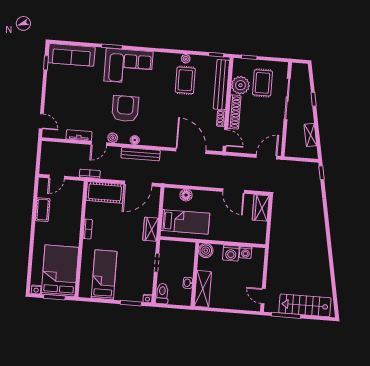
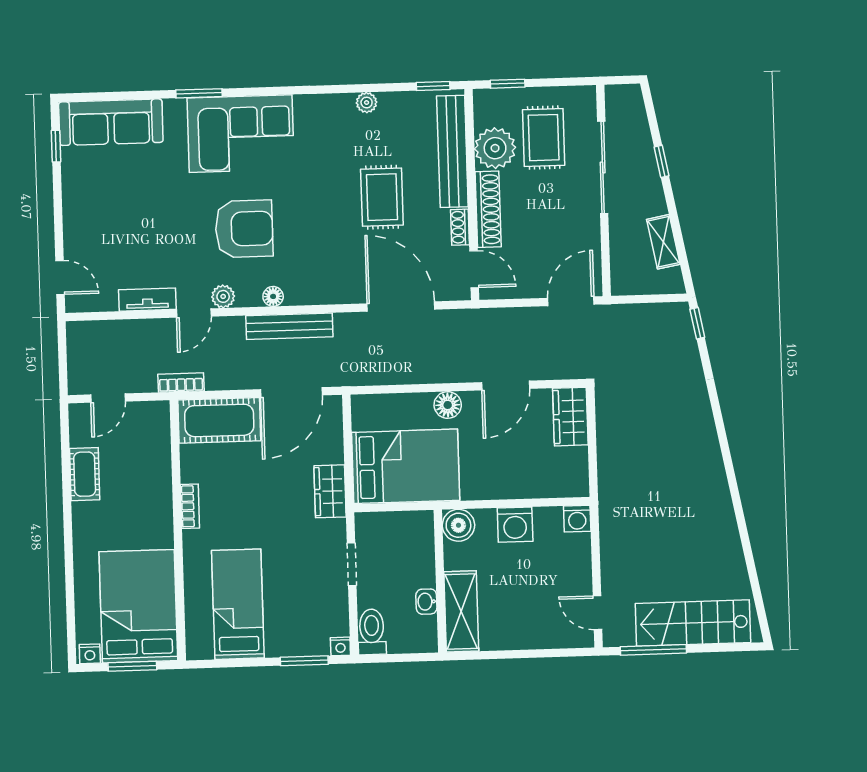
rug: (185, 80) -> (382, 197), moved
armchair: (125, 109) -> (244, 229), turned 90
door: (234, 191) -> (506, 386), hinge flipped
floor lamp: (186, 195) -> (448, 405), moved
bed: (185, 222) -> (406, 466), width x1.50
washing machine: (246, 252) -> (577, 519), moved

